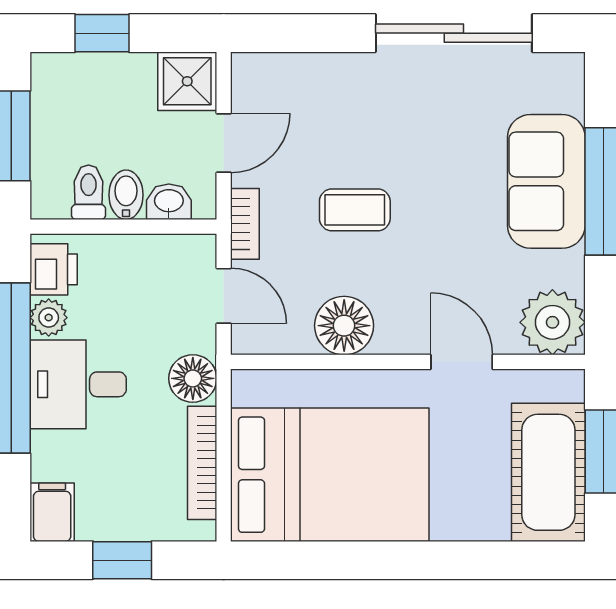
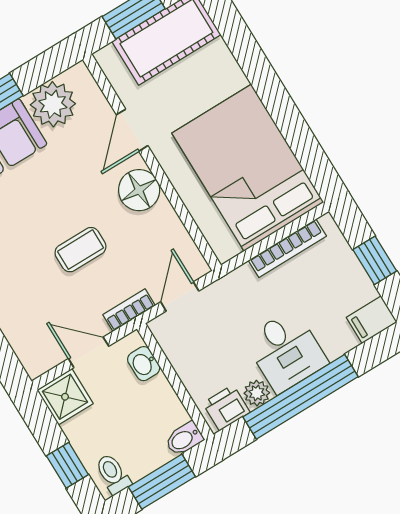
toilet: (88, 192) -> (113, 474), moved, turned 90
bidet: (126, 195) -> (184, 439), moved
coffee table: (355, 210) -> (80, 250), turned 90
plant: (552, 322) -> (53, 104), moved
floor lamp: (344, 326) -> (139, 190), moved
floor lamp: (193, 378) -> (240, 285), removed

